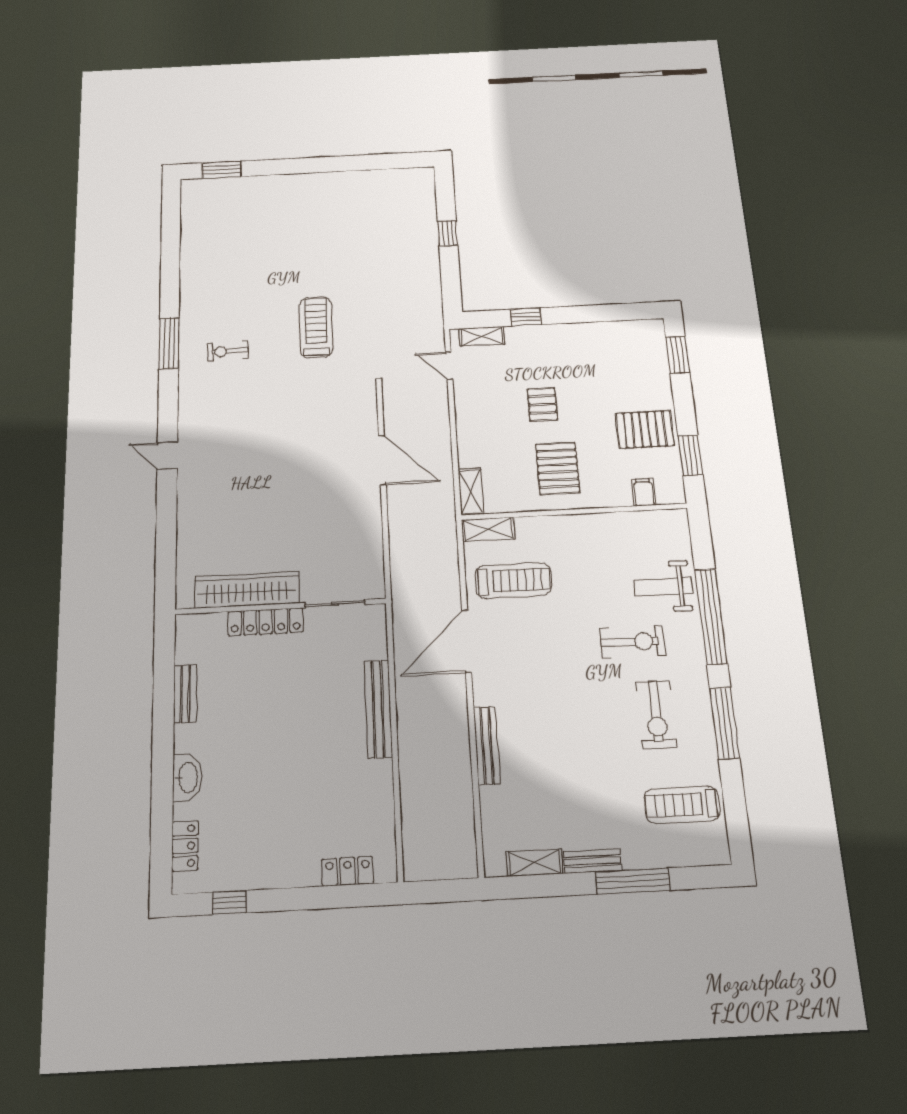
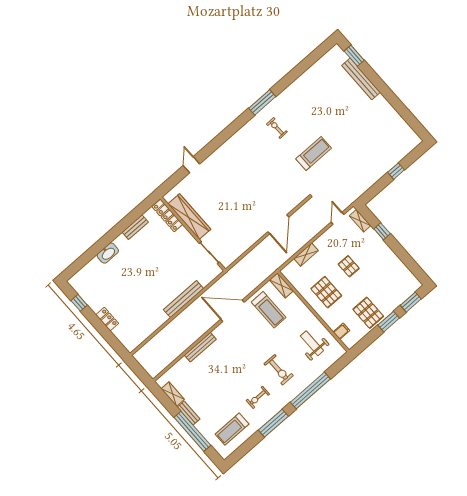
bench: (264, 184) -> (361, 79), added
pallet: (542, 404) -> (349, 266), turned 90
door: (167, 455) -> (191, 165), moved
window: (690, 455) -> (389, 322), moved
pallet: (558, 468) -> (326, 292), turned 90
shelving: (471, 491) -> (306, 255), moved
weight bench: (663, 587) -> (312, 343), moved
locker: (266, 622) -> (167, 215), moved
exercise bike: (656, 714) -> (258, 397), width x0.73, depth x0.72
treadmill: (682, 805) -> (232, 429), turned -90
locker: (185, 846) -> (85, 272), removed
locker: (348, 871) -> (107, 319), moved
window: (633, 881) -> (192, 431), width x1.46

